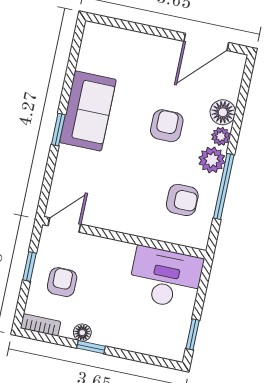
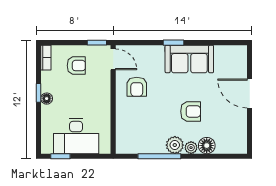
door: (206, 42) -> (250, 93), moved
armchair: (182, 200) -> (137, 87), moved
window: (30, 266) -> (97, 43), moved
desk: (166, 278) -> (76, 136), moved, turned 90
floor lamp: (82, 333) -> (47, 99), moved

